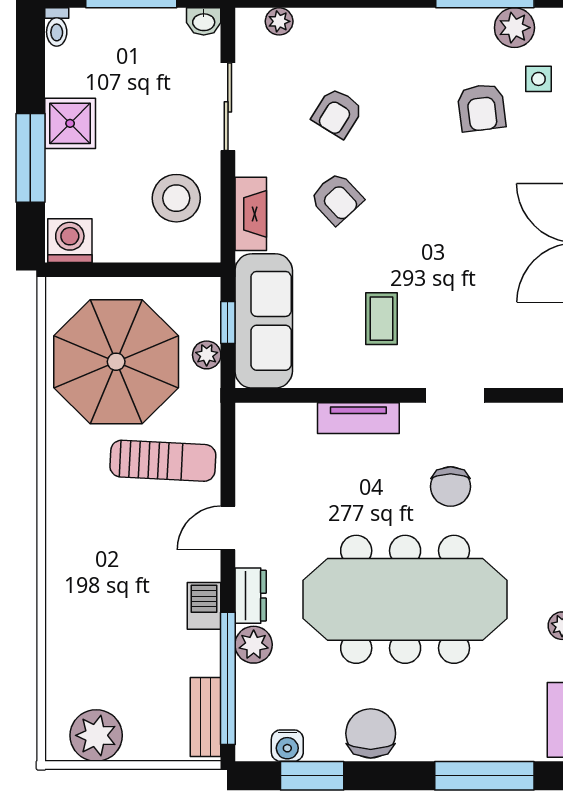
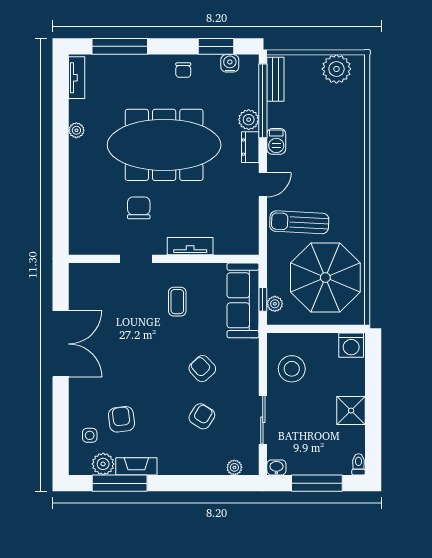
window: (30, 158) -> (373, 391), removed
fireplace: (251, 214) -> (136, 466), moved, turned 90
plant: (207, 355) -> (275, 304), moved
chair: (371, 733) -> (183, 70), width x0.54, depth x0.54

